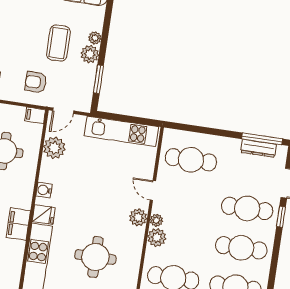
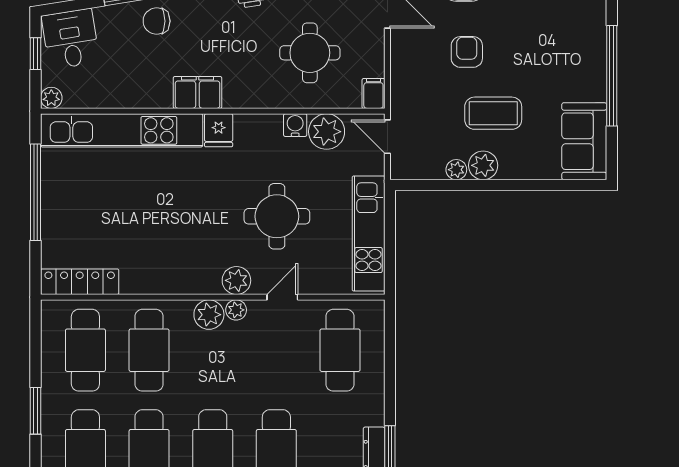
plant: (95, 38) -> (456, 170), moved
window: (98, 79) -> (446, 185), removed
armchair: (36, 82) -> (467, 52), moved
water cooler: (44, 190) -> (295, 125), moved
round table: (95, 257) -> (277, 216), moved

